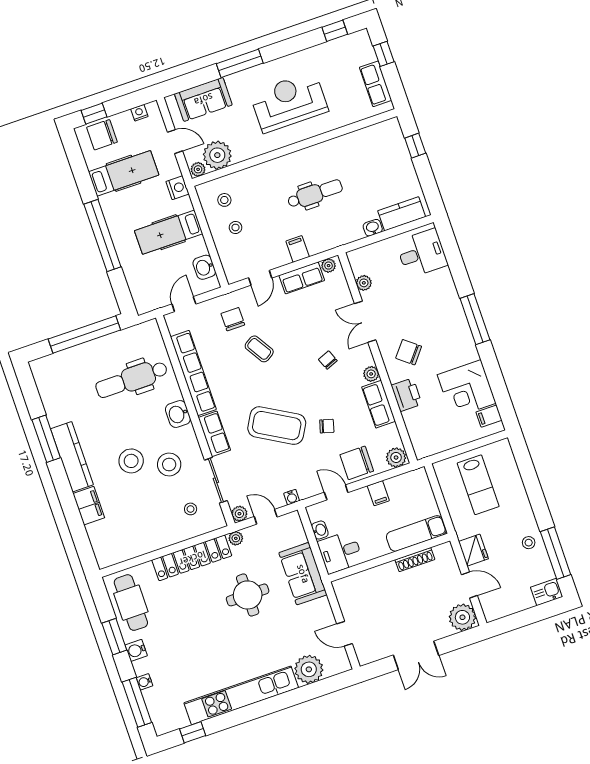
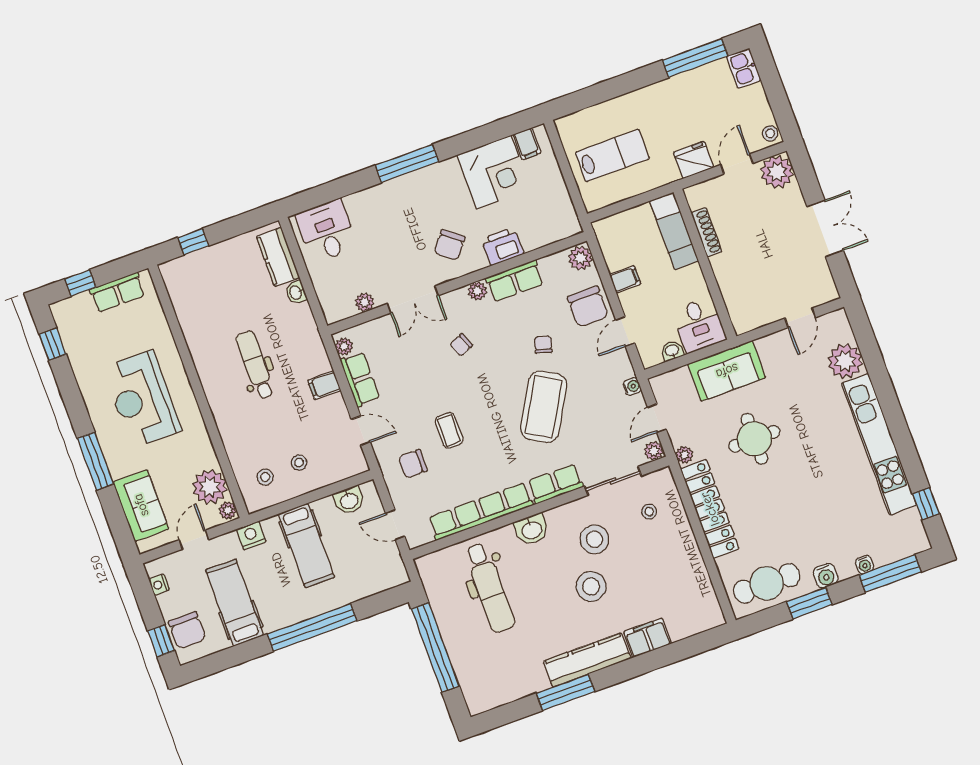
coffee table: (259, 349) -> (449, 430), turned -58
stool: (529, 543) -> (770, 133), moved

